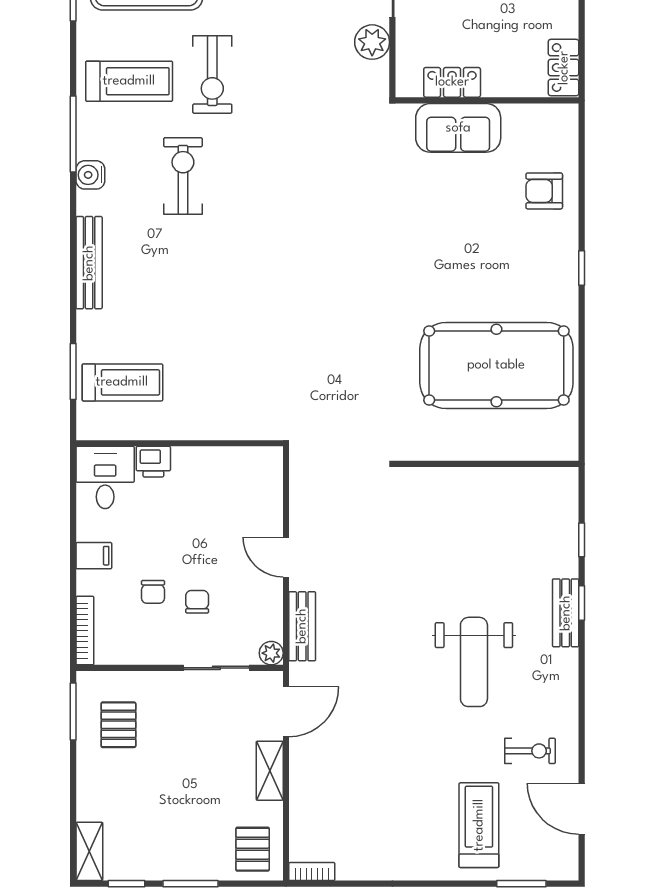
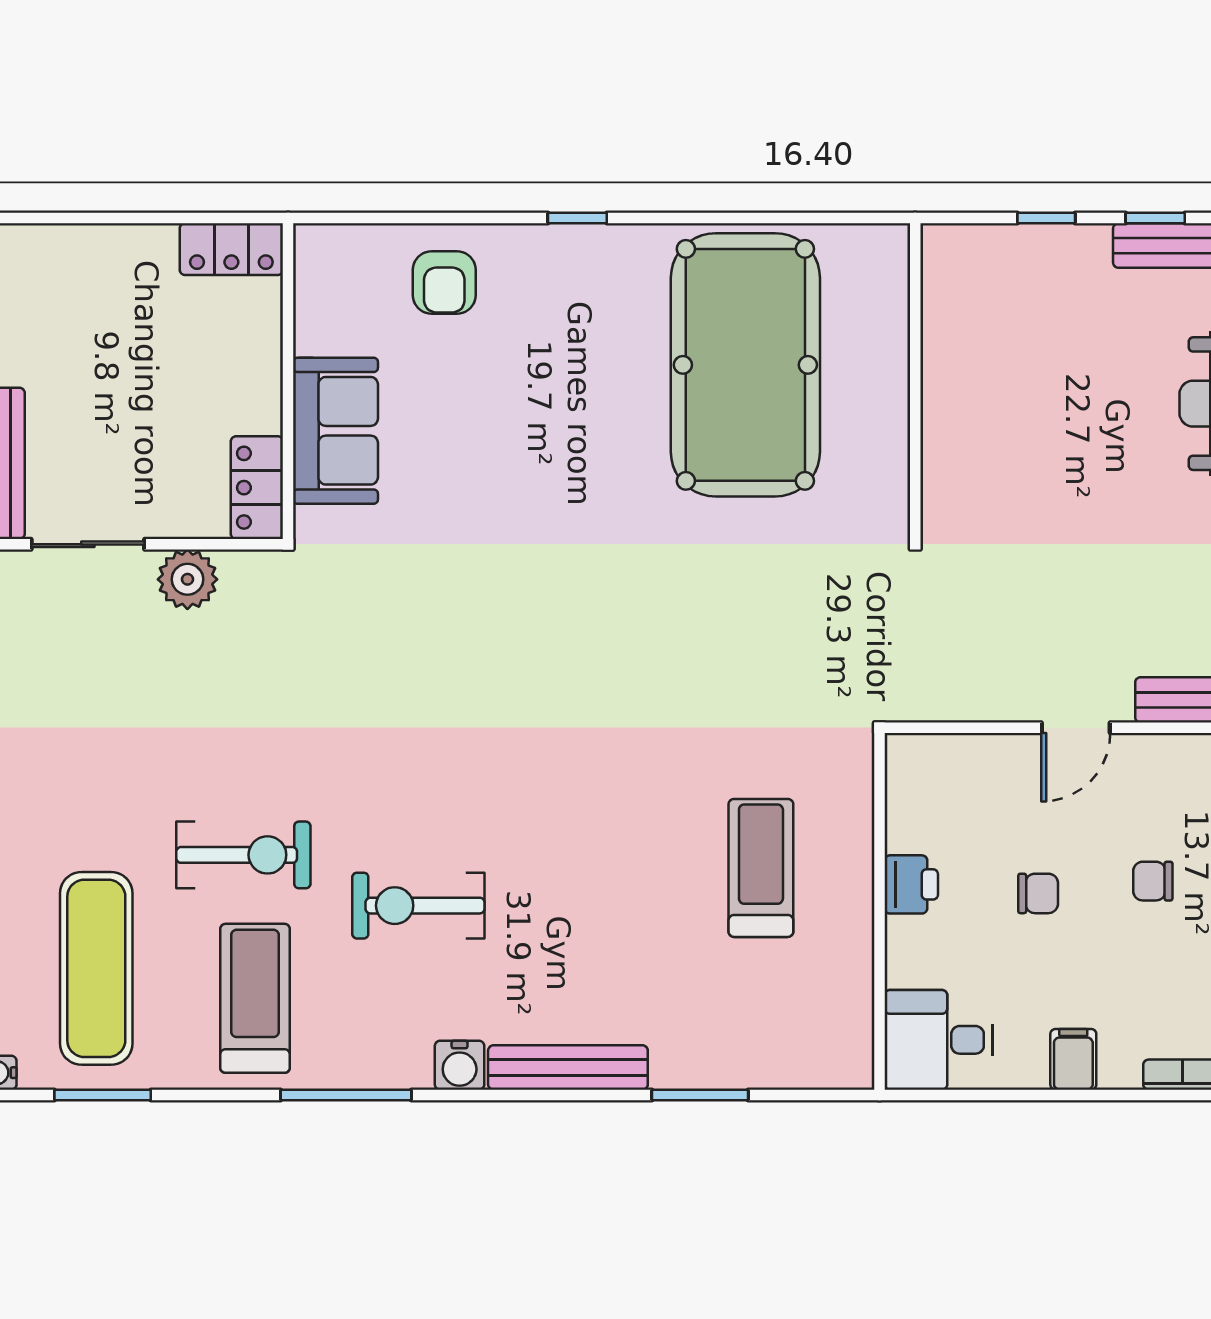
locker: (452, 82) -> (257, 488), moved
water cooler: (90, 175) -> (460, 1065), moved
window: (73, 372) -> (700, 1095), moved
treadmill: (122, 382) -> (761, 868), moved
printer: (153, 462) -> (911, 884), moved
chair: (153, 592) -> (1038, 893), moved

